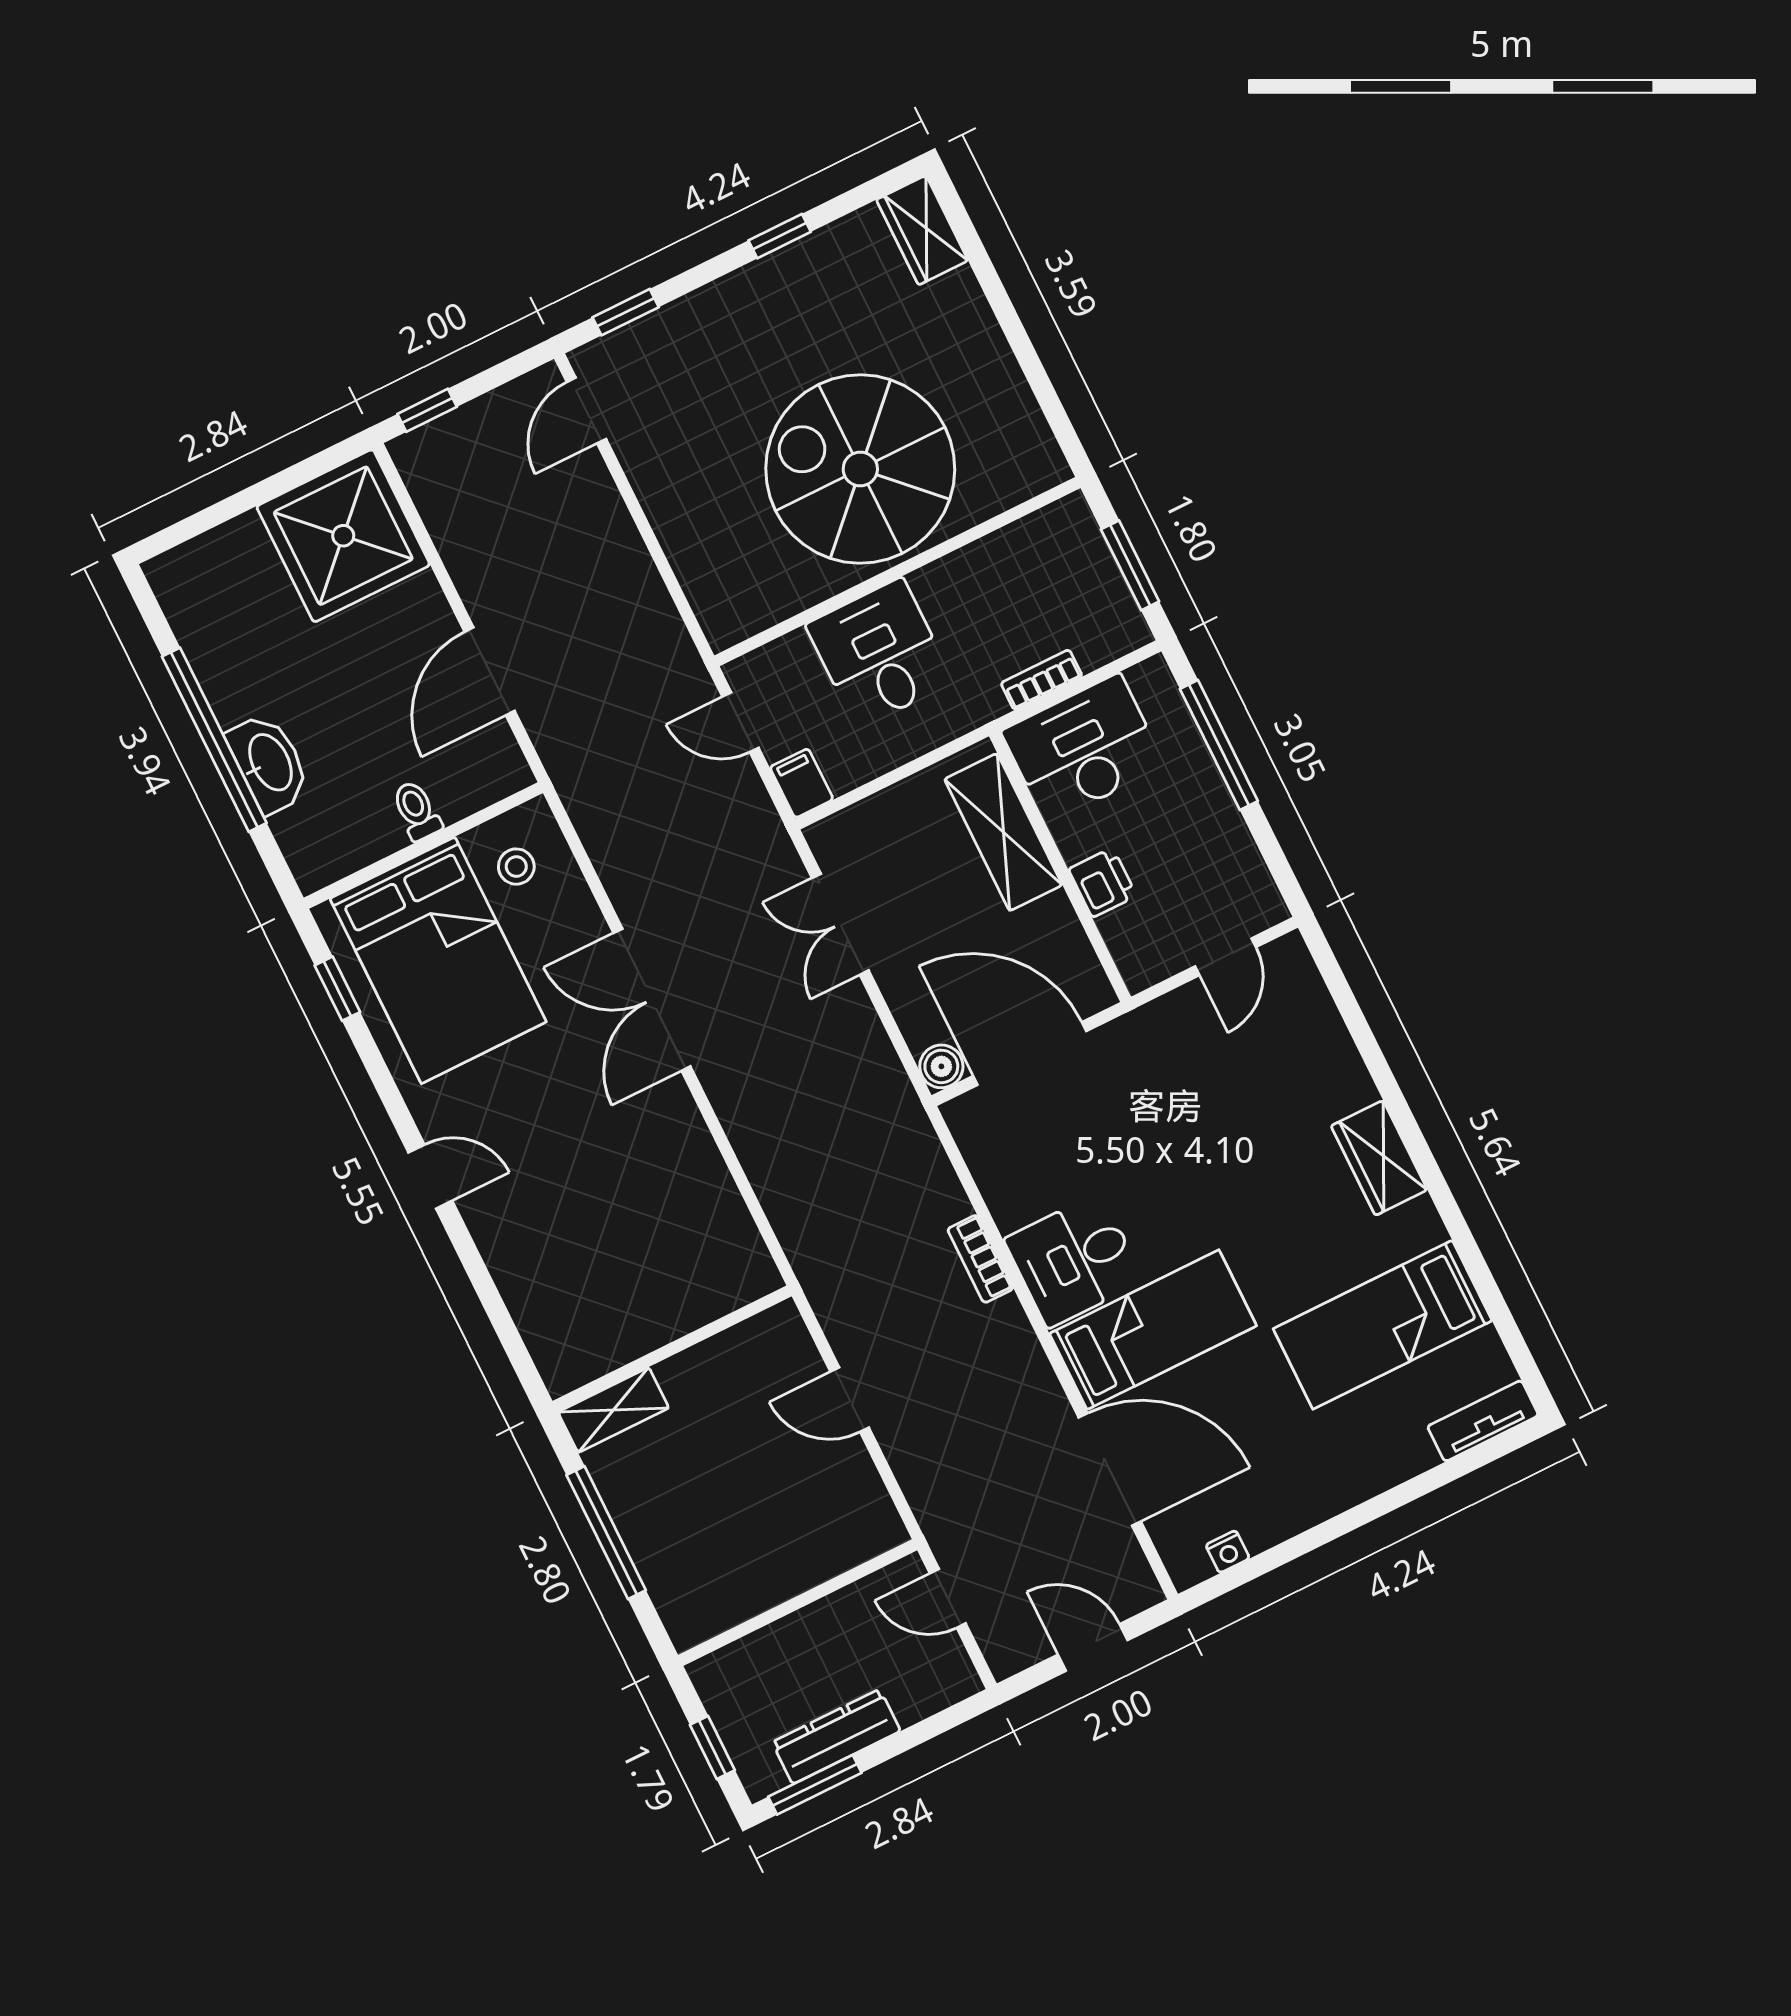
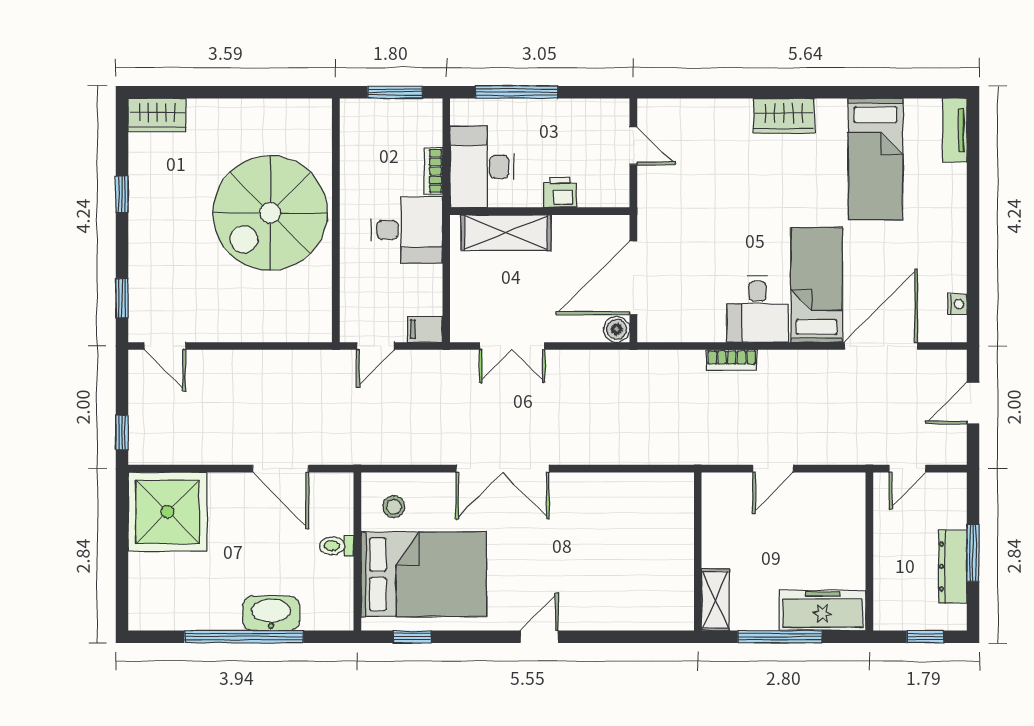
desk: (880, 653) -> (407, 230), moved, turned 180
freezer: (676, 1576) -> (823, 610), added
window: (815, 1785) -> (973, 553), moved

